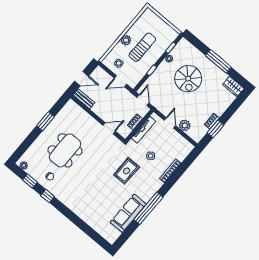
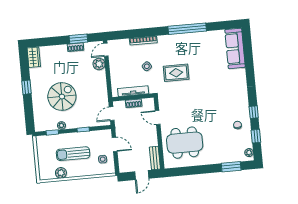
plant: (126, 40) -> (61, 173), moved
window: (218, 61) -> (27, 87), width x0.46
door: (82, 79) -> (142, 175), swing flipped
window: (45, 121) -> (231, 167), moved
door: (170, 123) -> (106, 50), moved
dining table: (65, 150) -> (185, 143), moved
sofa: (128, 213) -> (235, 48), moved, turned 90

